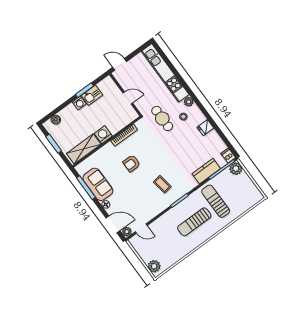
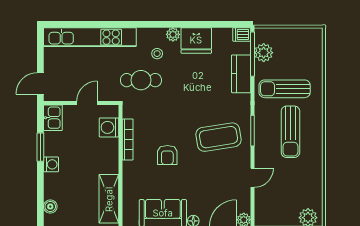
kitchen sink: (92, 95) -> (53, 118), moved
plant: (189, 102) -> (173, 34), moved
fridge: (205, 128) -> (196, 40), width x1.88, depth x1.34
washing machine: (103, 135) -> (109, 127), moved
plant: (236, 169) -> (264, 53), moved
coffee table: (162, 184) -> (218, 137), width x1.86, depth x1.72
door: (141, 229) -> (252, 178), moved

